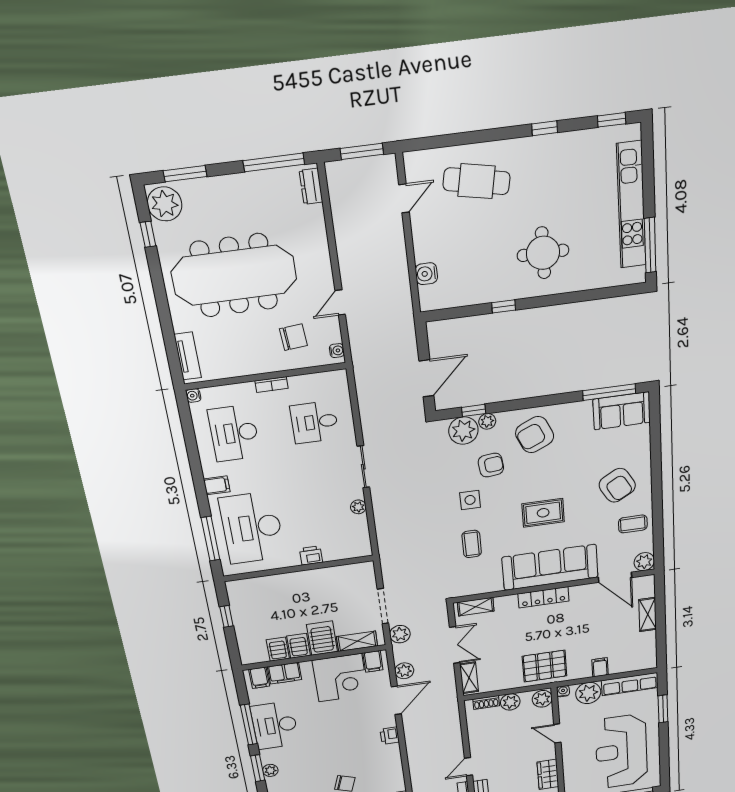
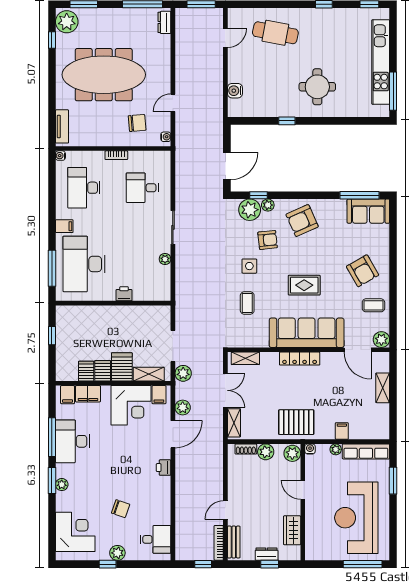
plant: (588, 693) -> (336, 449), width x0.53, depth x0.53

